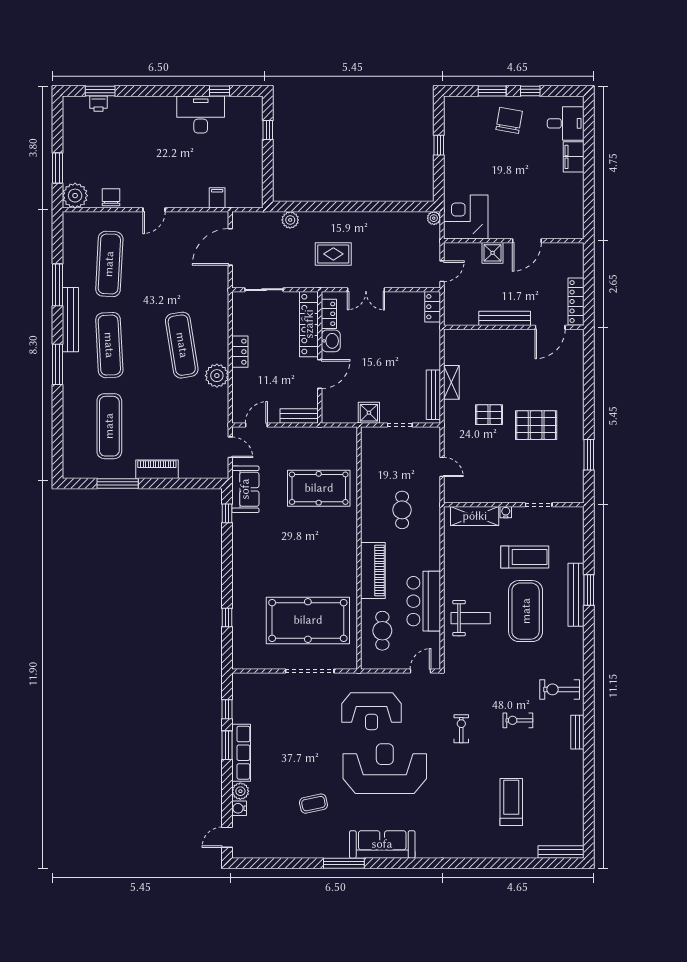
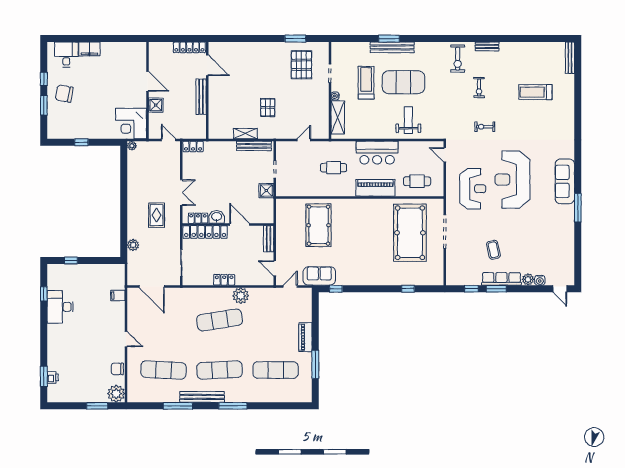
pallet: (536, 425) -> (301, 65), moved
bar counter: (424, 601) -> (377, 153), moved
coffee table: (313, 804) -> (493, 250), moved

